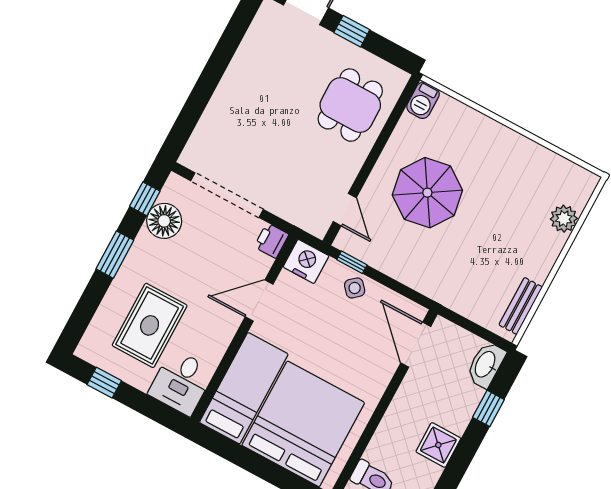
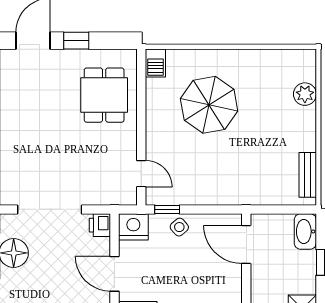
parasol: (427, 193) -> (209, 105), moved
door: (259, 301) -> (114, 274), hinge flipped

